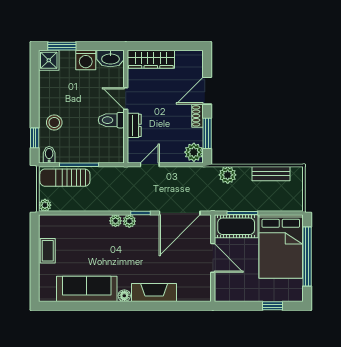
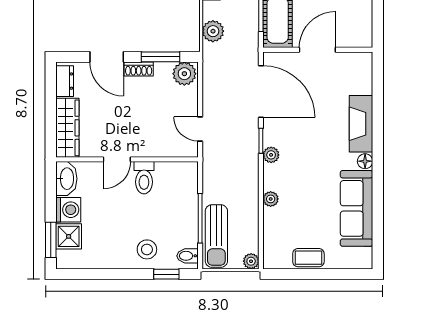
shower: (49, 60) -> (69, 236), moved
dresser: (134, 125) -> (65, 81), moved, turned 90
plant: (115, 221) -> (271, 199), moved

